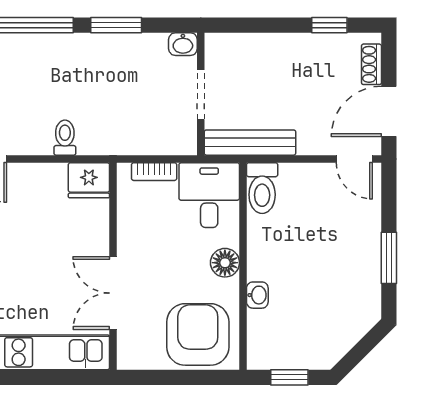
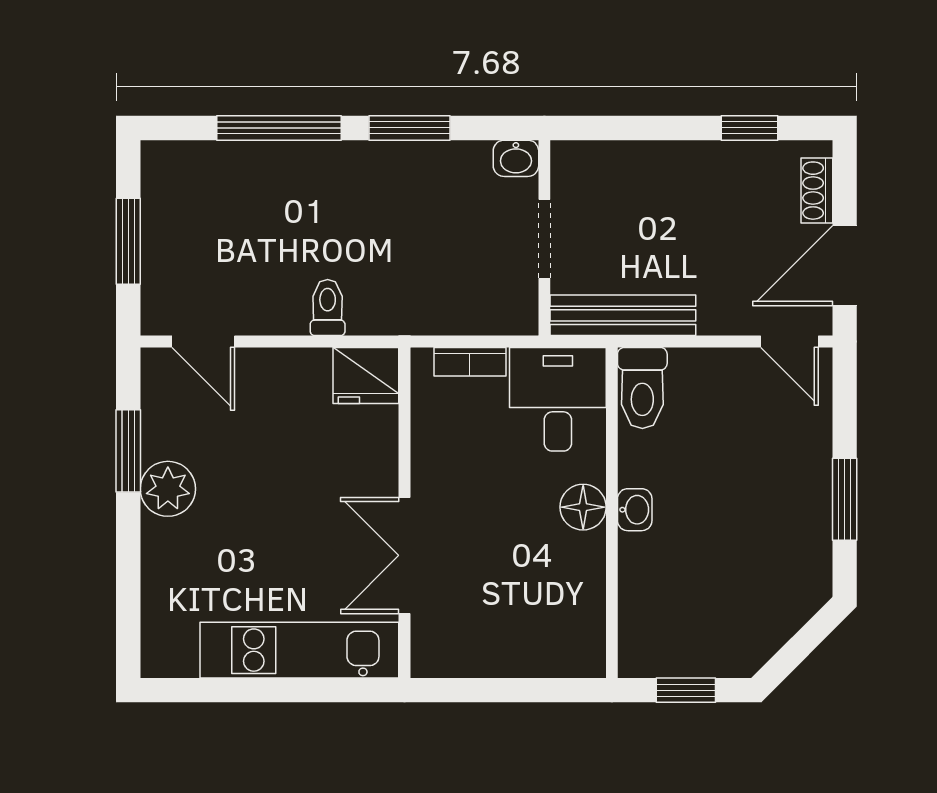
washbasin: (257, 295) -> (635, 510), moved
armchair: (198, 334) -> (540, 622), removed

